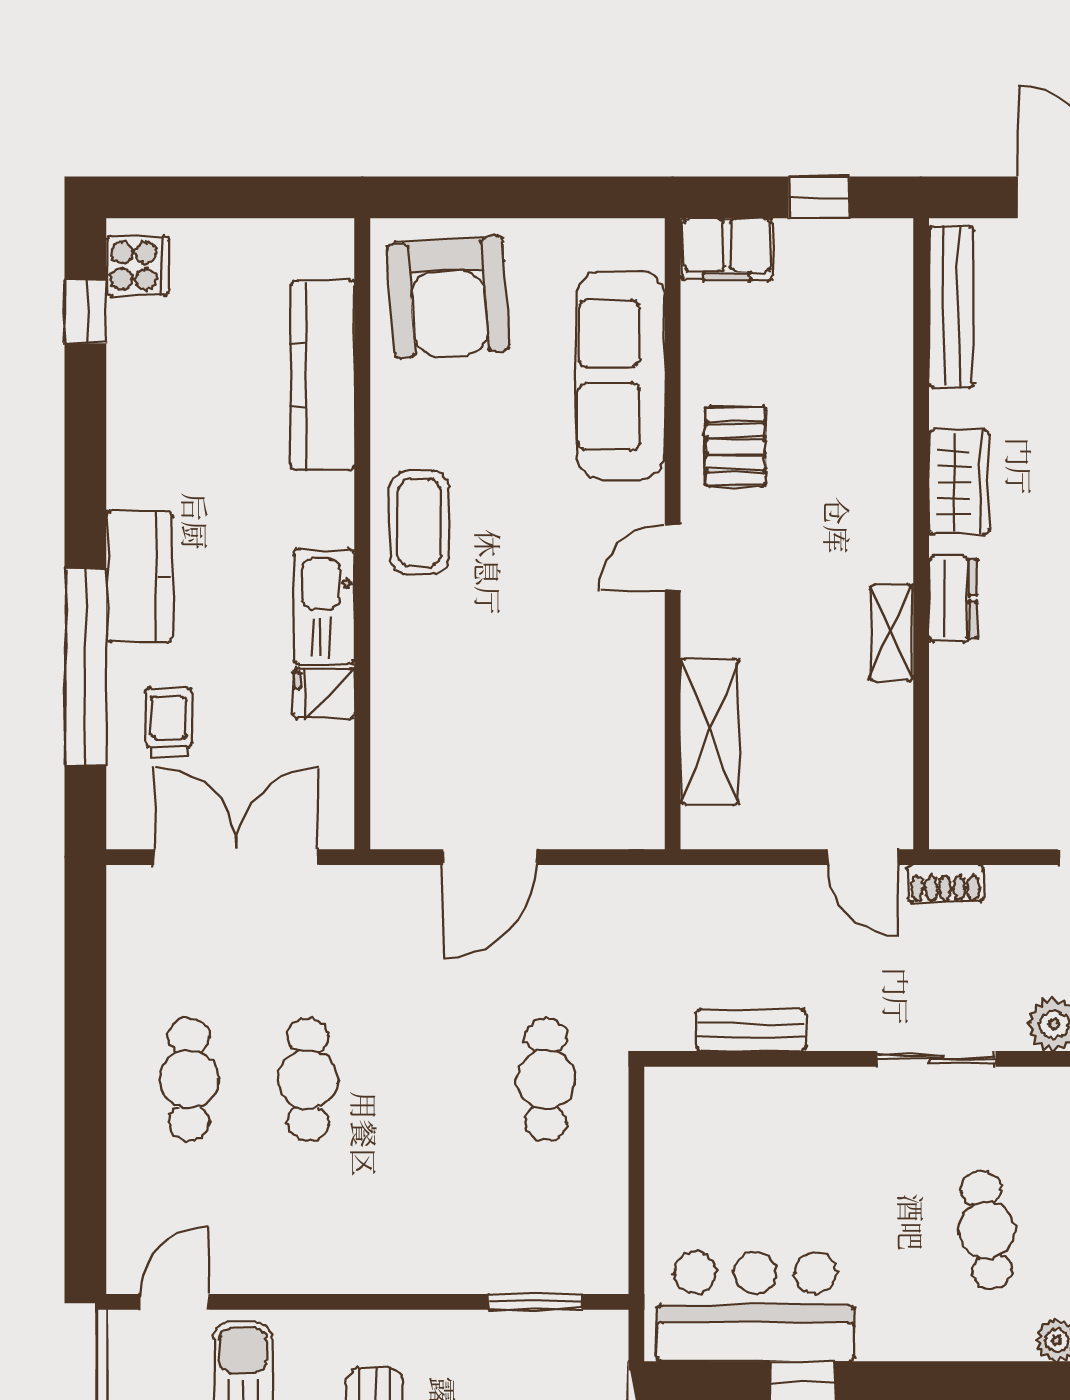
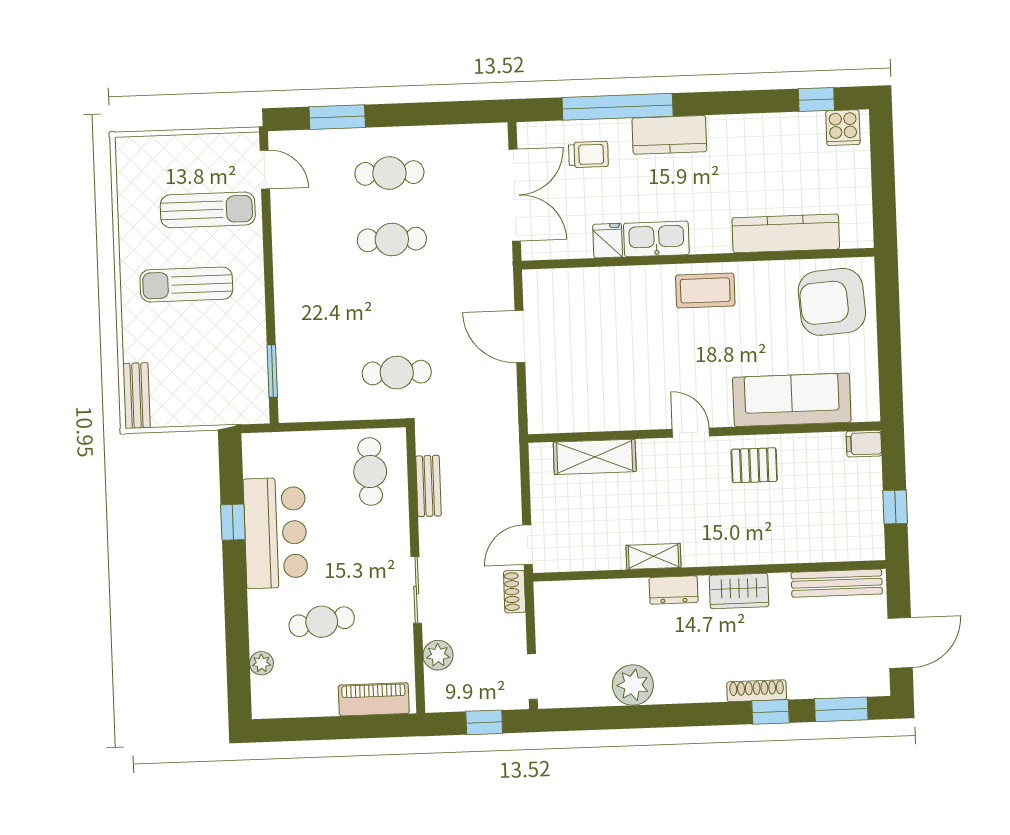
filing cabinet: (727, 249) -> (864, 444), width x0.50
cafe table: (721, 1133) -> (370, 471), added
window: (85, 1169) -> (337, 117), added
bar counter: (755, 1307) -> (275, 533), moved

